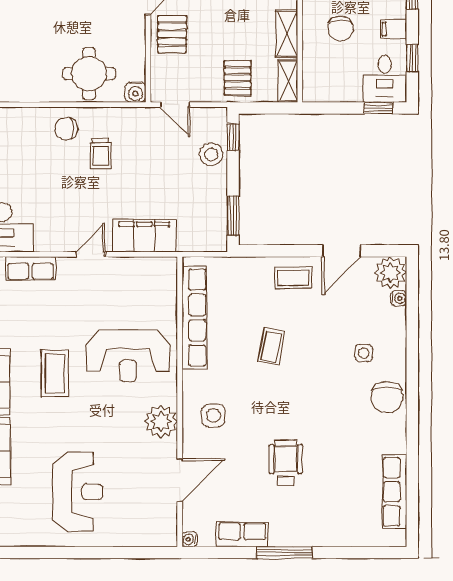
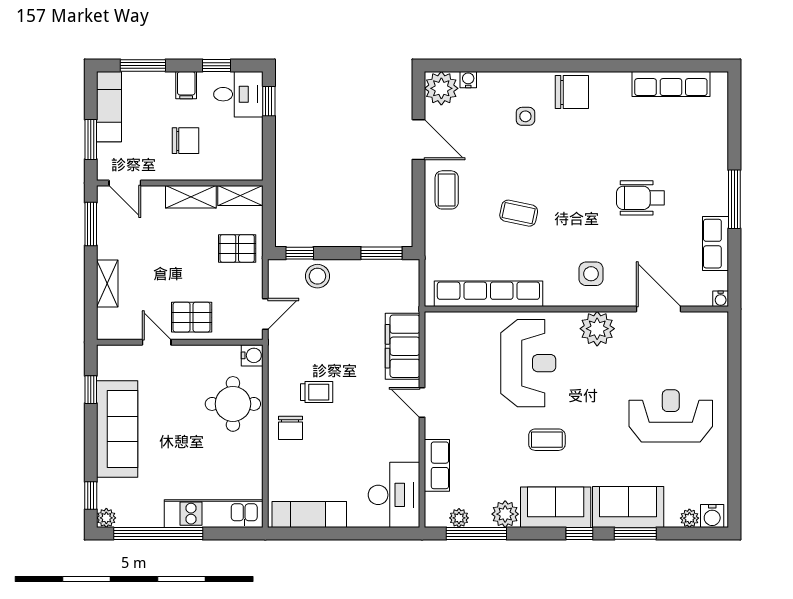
coffee table: (55, 373) -> (547, 440), width x0.73, depth x0.77

